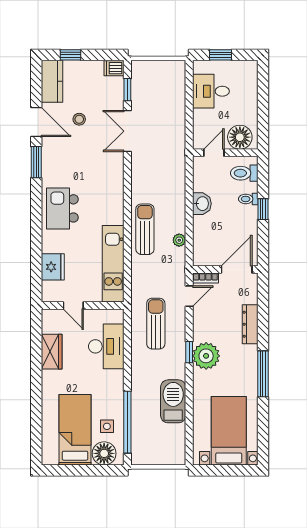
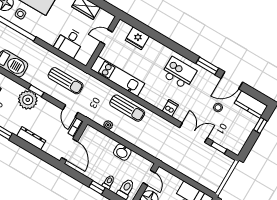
dishwasher: (114, 68) -> (170, 108), moved
kitchen island: (62, 208) -> (179, 73), moved
desk: (106, 346) -> (70, 42), width x0.73

